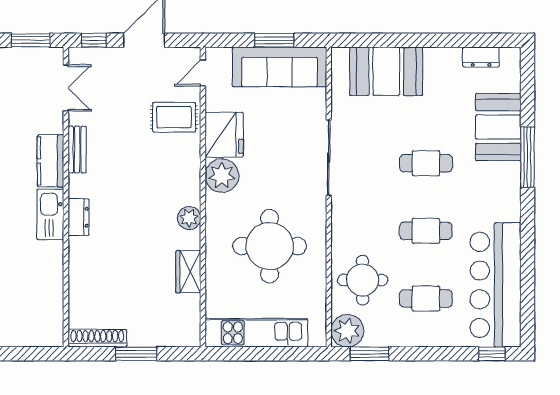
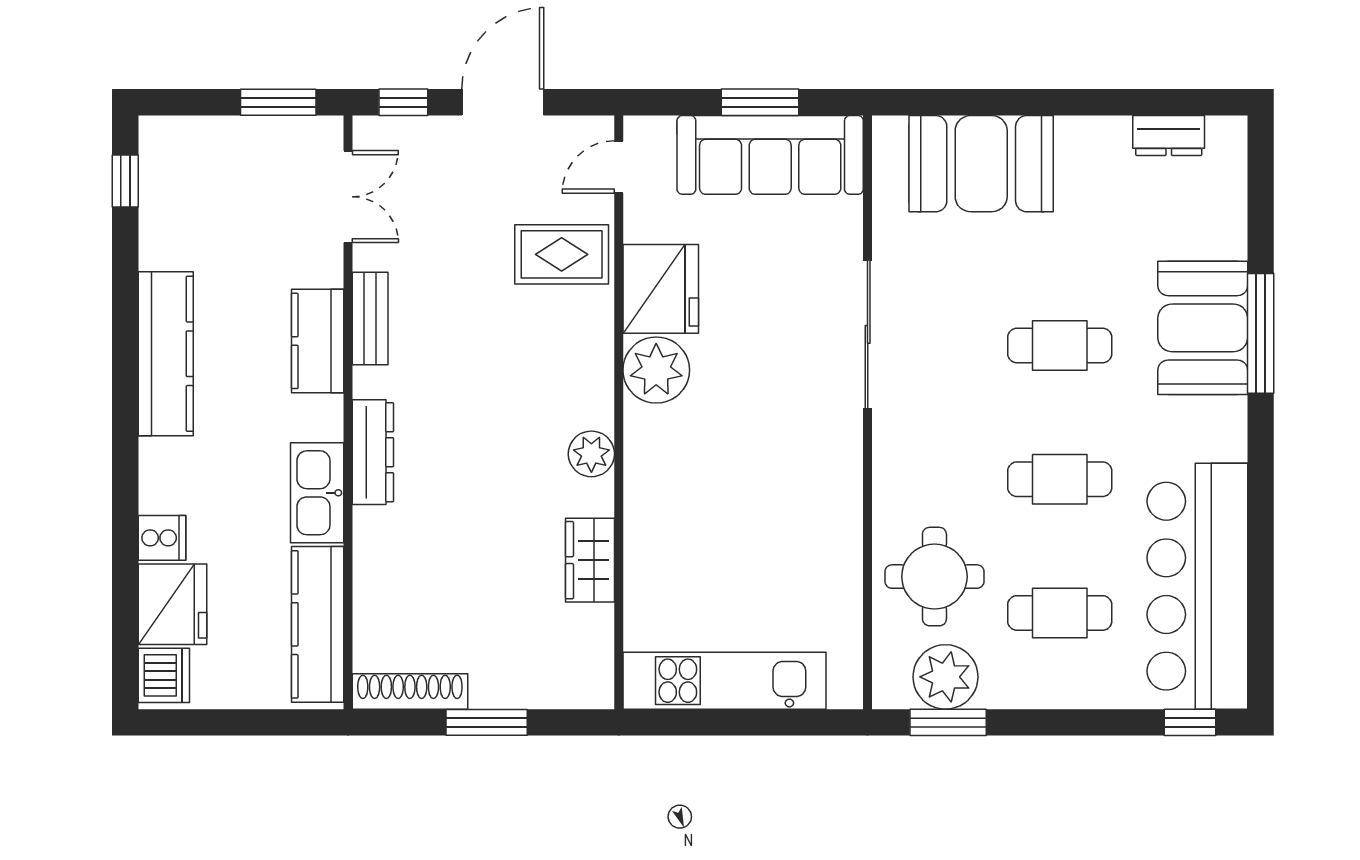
booth: (498, 127) -> (1203, 328), moved
kitchen sink: (50, 214) -> (317, 493), moved
dresser: (79, 217) -> (373, 452), width x1.44
round table: (270, 246) -> (751, 509), removed
kitchen counter: (51, 304) -> (318, 624), added
plant: (347, 331) -> (945, 677), moved

